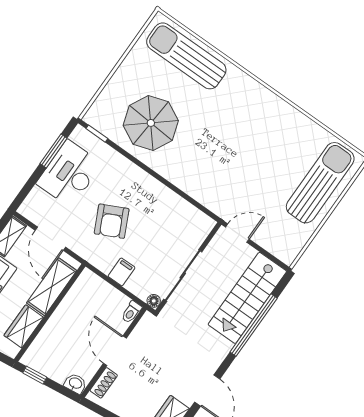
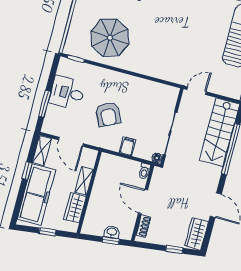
window: (54, 151) -> (45, 104), moved
desk: (69, 174) -> (67, 93), width x0.73
shelving: (52, 287) -> (84, 181), width x0.67, depth x0.75
window: (35, 375) -> (111, 241), moved
washbasin: (75, 383) -> (112, 232), moved

